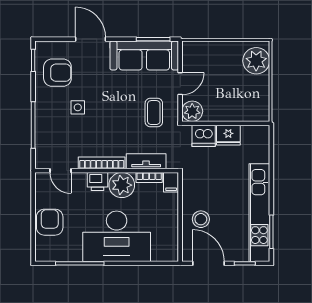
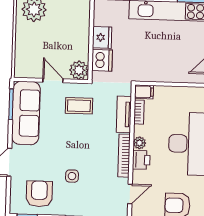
plant: (122, 185) -> (139, 143), width x0.53, depth x0.53
stool: (201, 219) -> (179, 65), removed

